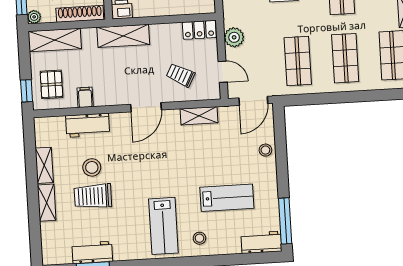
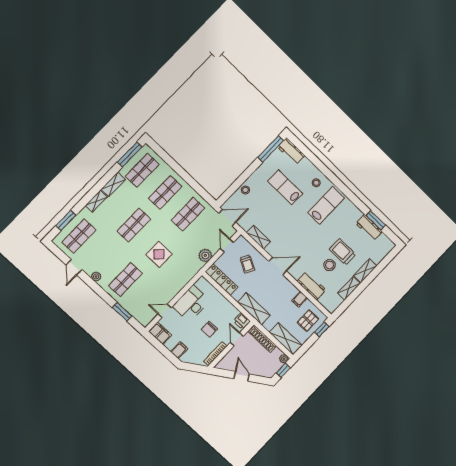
locker: (199, 30) -> (222, 280), width x1.53
trolley: (93, 196) -> (342, 252), turned 180

